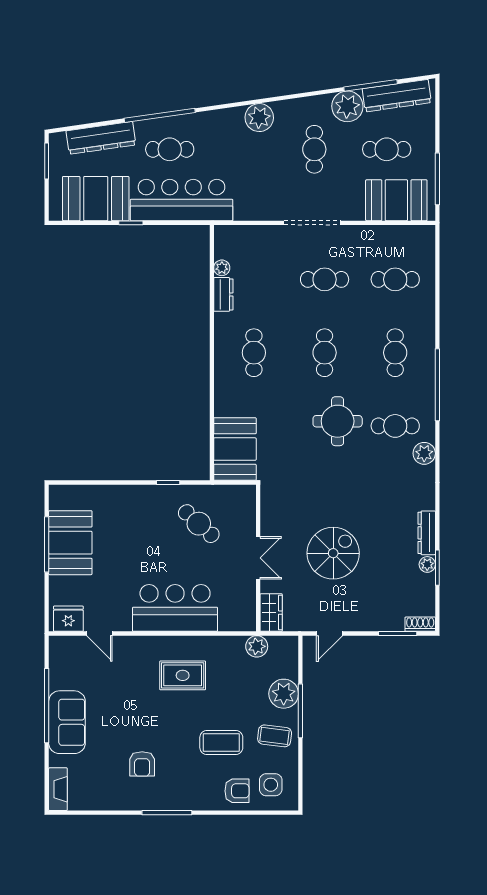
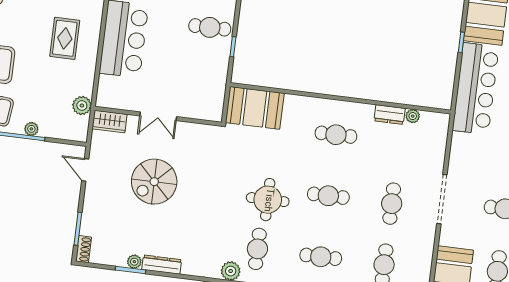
cafe table: (199, 524) -> (210, 27), moved, turned 48
spiral stairs: (333, 553) -> (154, 182), turned 90
plant: (284, 694) -> (31, 129), width x0.53, depth x0.53

